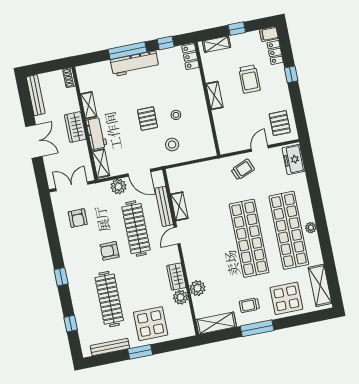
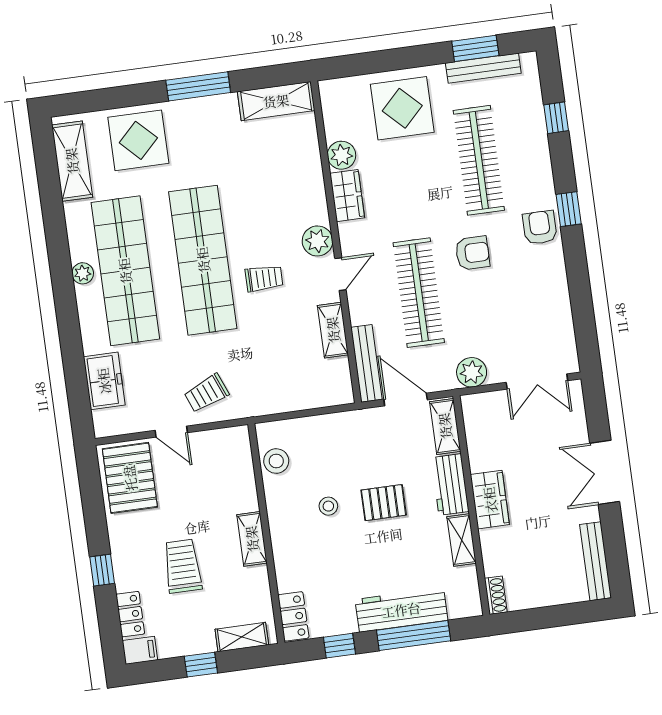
shoe rack: (69, 78) -> (496, 595), moved
shelving: (89, 105) -> (462, 540), moved
pallet: (147, 119) -> (384, 503), turned 90
wall: (85, 123) -> (471, 505), moved
pallet: (280, 123) -> (130, 478), width x1.50, depth x1.42
wardrobe: (75, 127) -> (490, 500), moved
workbench: (96, 134) -> (450, 485), moved
stool: (172, 145) -> (276, 461), moved
door: (260, 148) -> (171, 432), hinge flipped
freezer: (294, 159) -> (104, 381), moved
shelving: (101, 163) -> (445, 426), moved
plant: (118, 186) -> (472, 372), moved
bench: (164, 206) -> (367, 363), moved
armchair: (78, 218) -> (540, 228), moved
plant: (197, 288) -> (317, 241), moved
trolley: (249, 305) -> (264, 278), moved
window: (140, 352) -> (475, 48), moved

